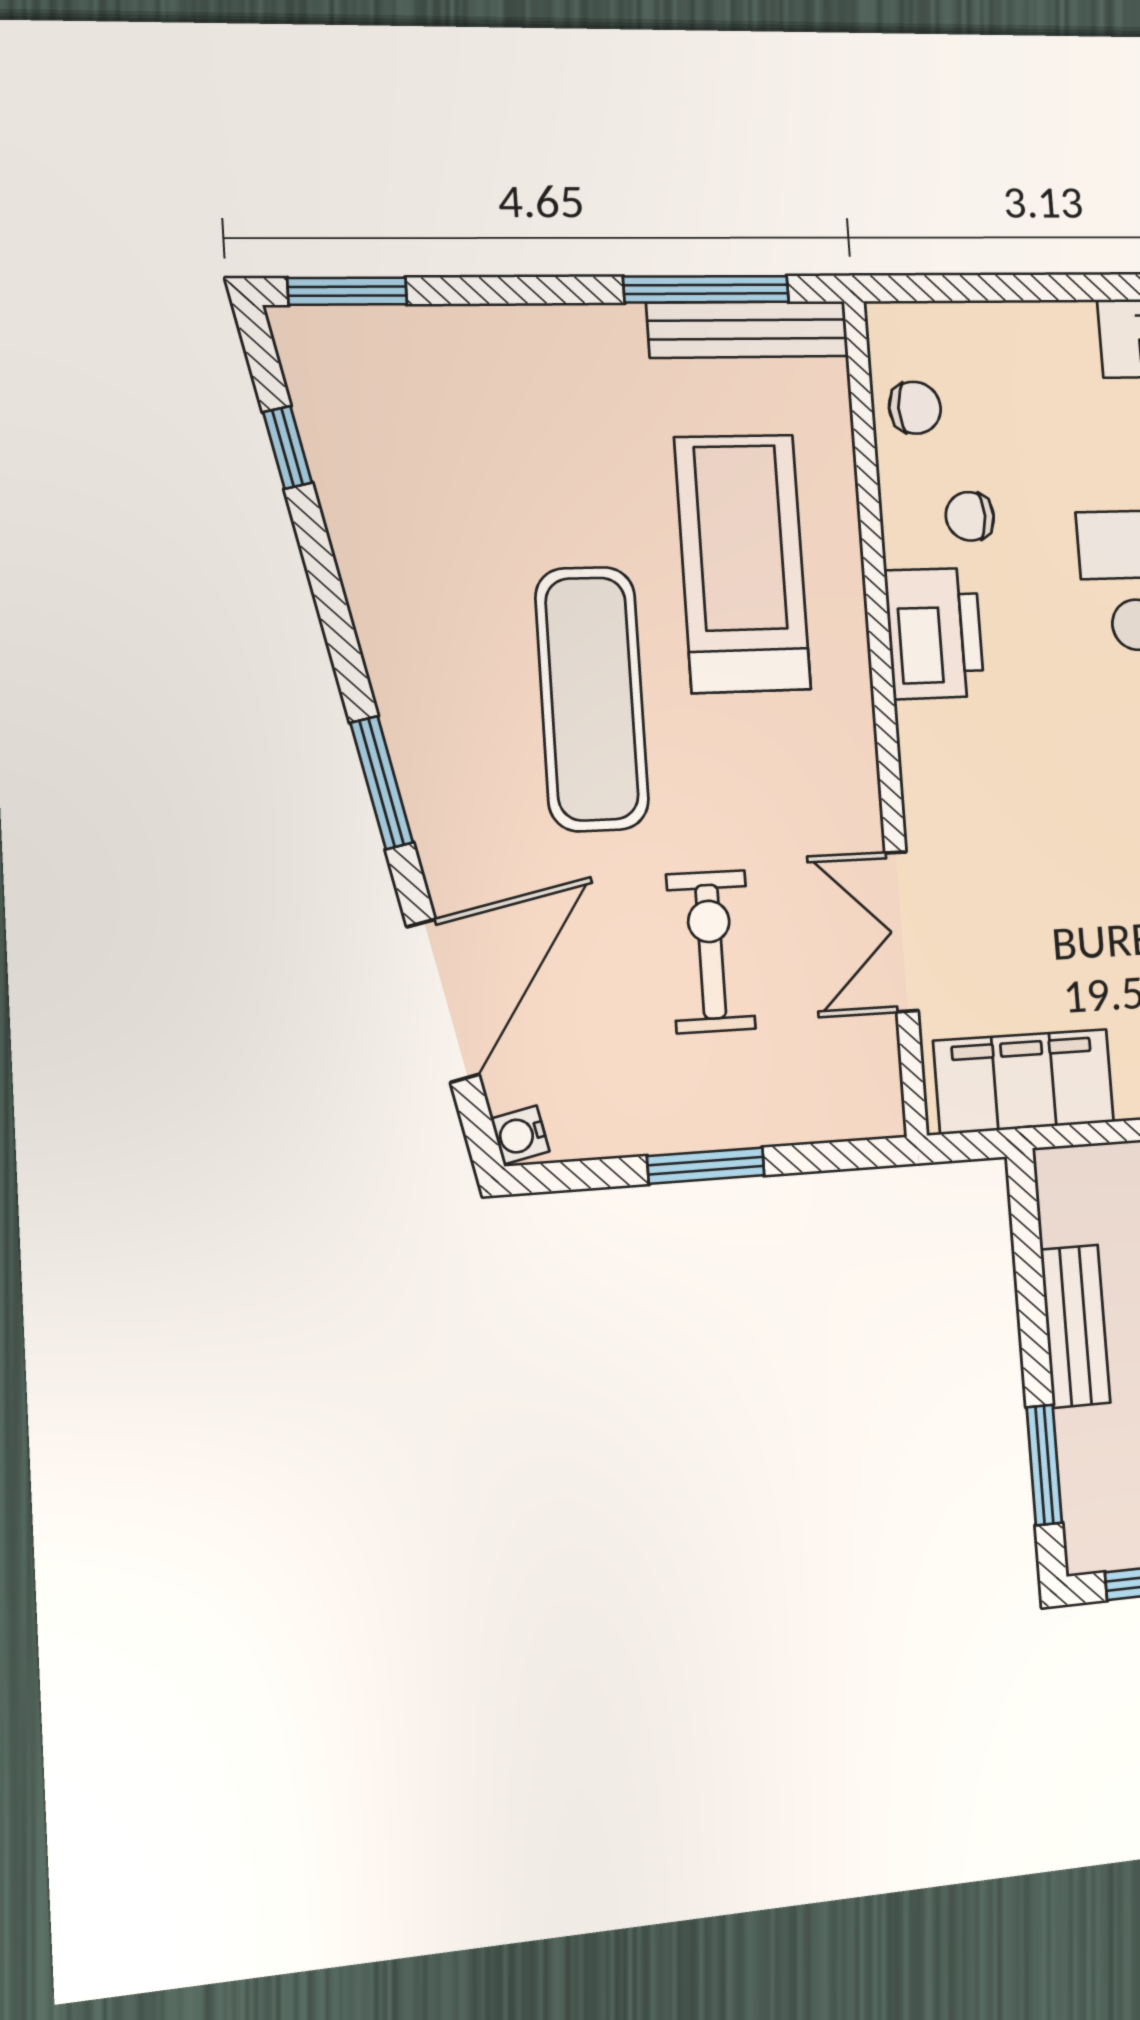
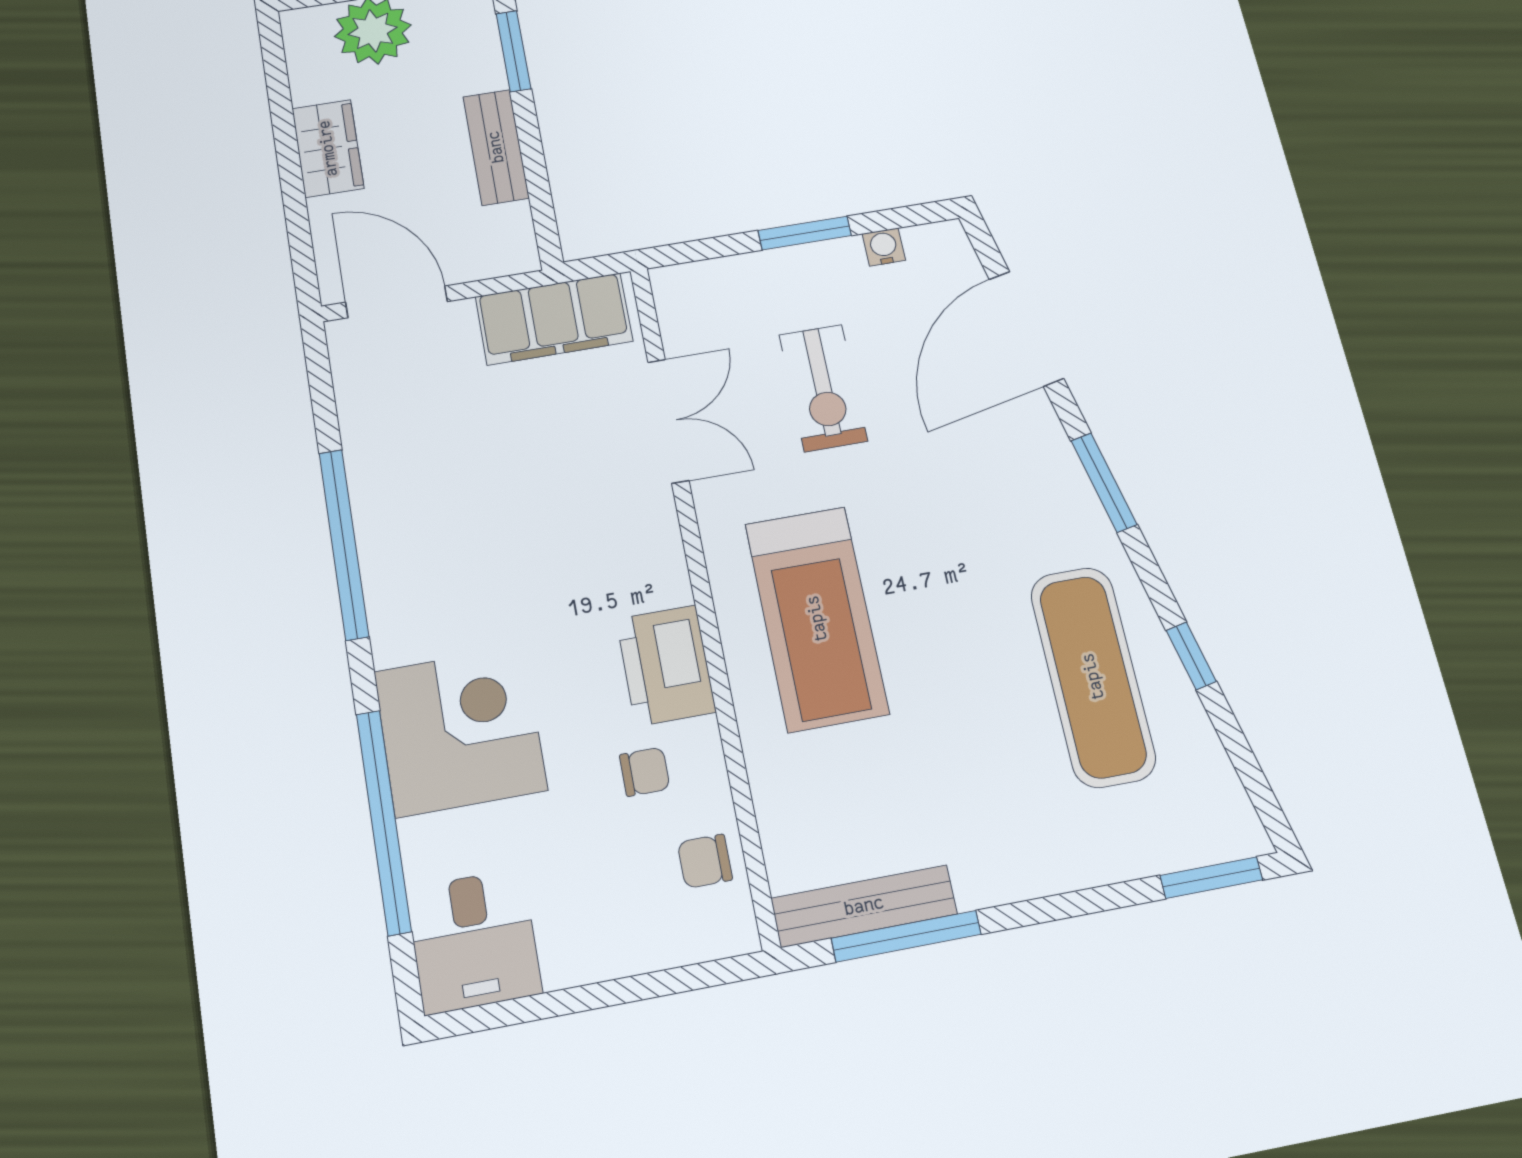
window: (288, 447) -> (1191, 656), moved
treadmill: (742, 563) -> (817, 618), moved
exercise mat: (592, 699) -> (1093, 676), moved
water cooler: (520, 1135) -> (884, 247), moved, turned -78

